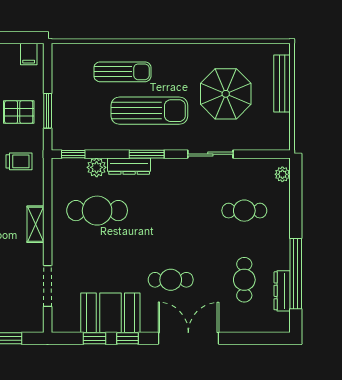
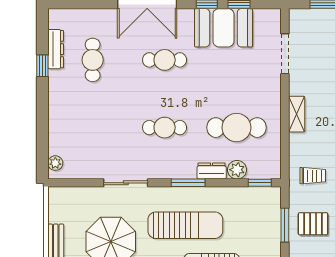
sun lounger: (149, 111) -> (185, 225), turned 180
trolley: (19, 161) -> (313, 176), turned 180
dresser: (129, 166) -> (212, 171), width x0.70
cafe table: (244, 211) -> (165, 128), moved
window: (296, 274) -> (42, 66), width x0.32

